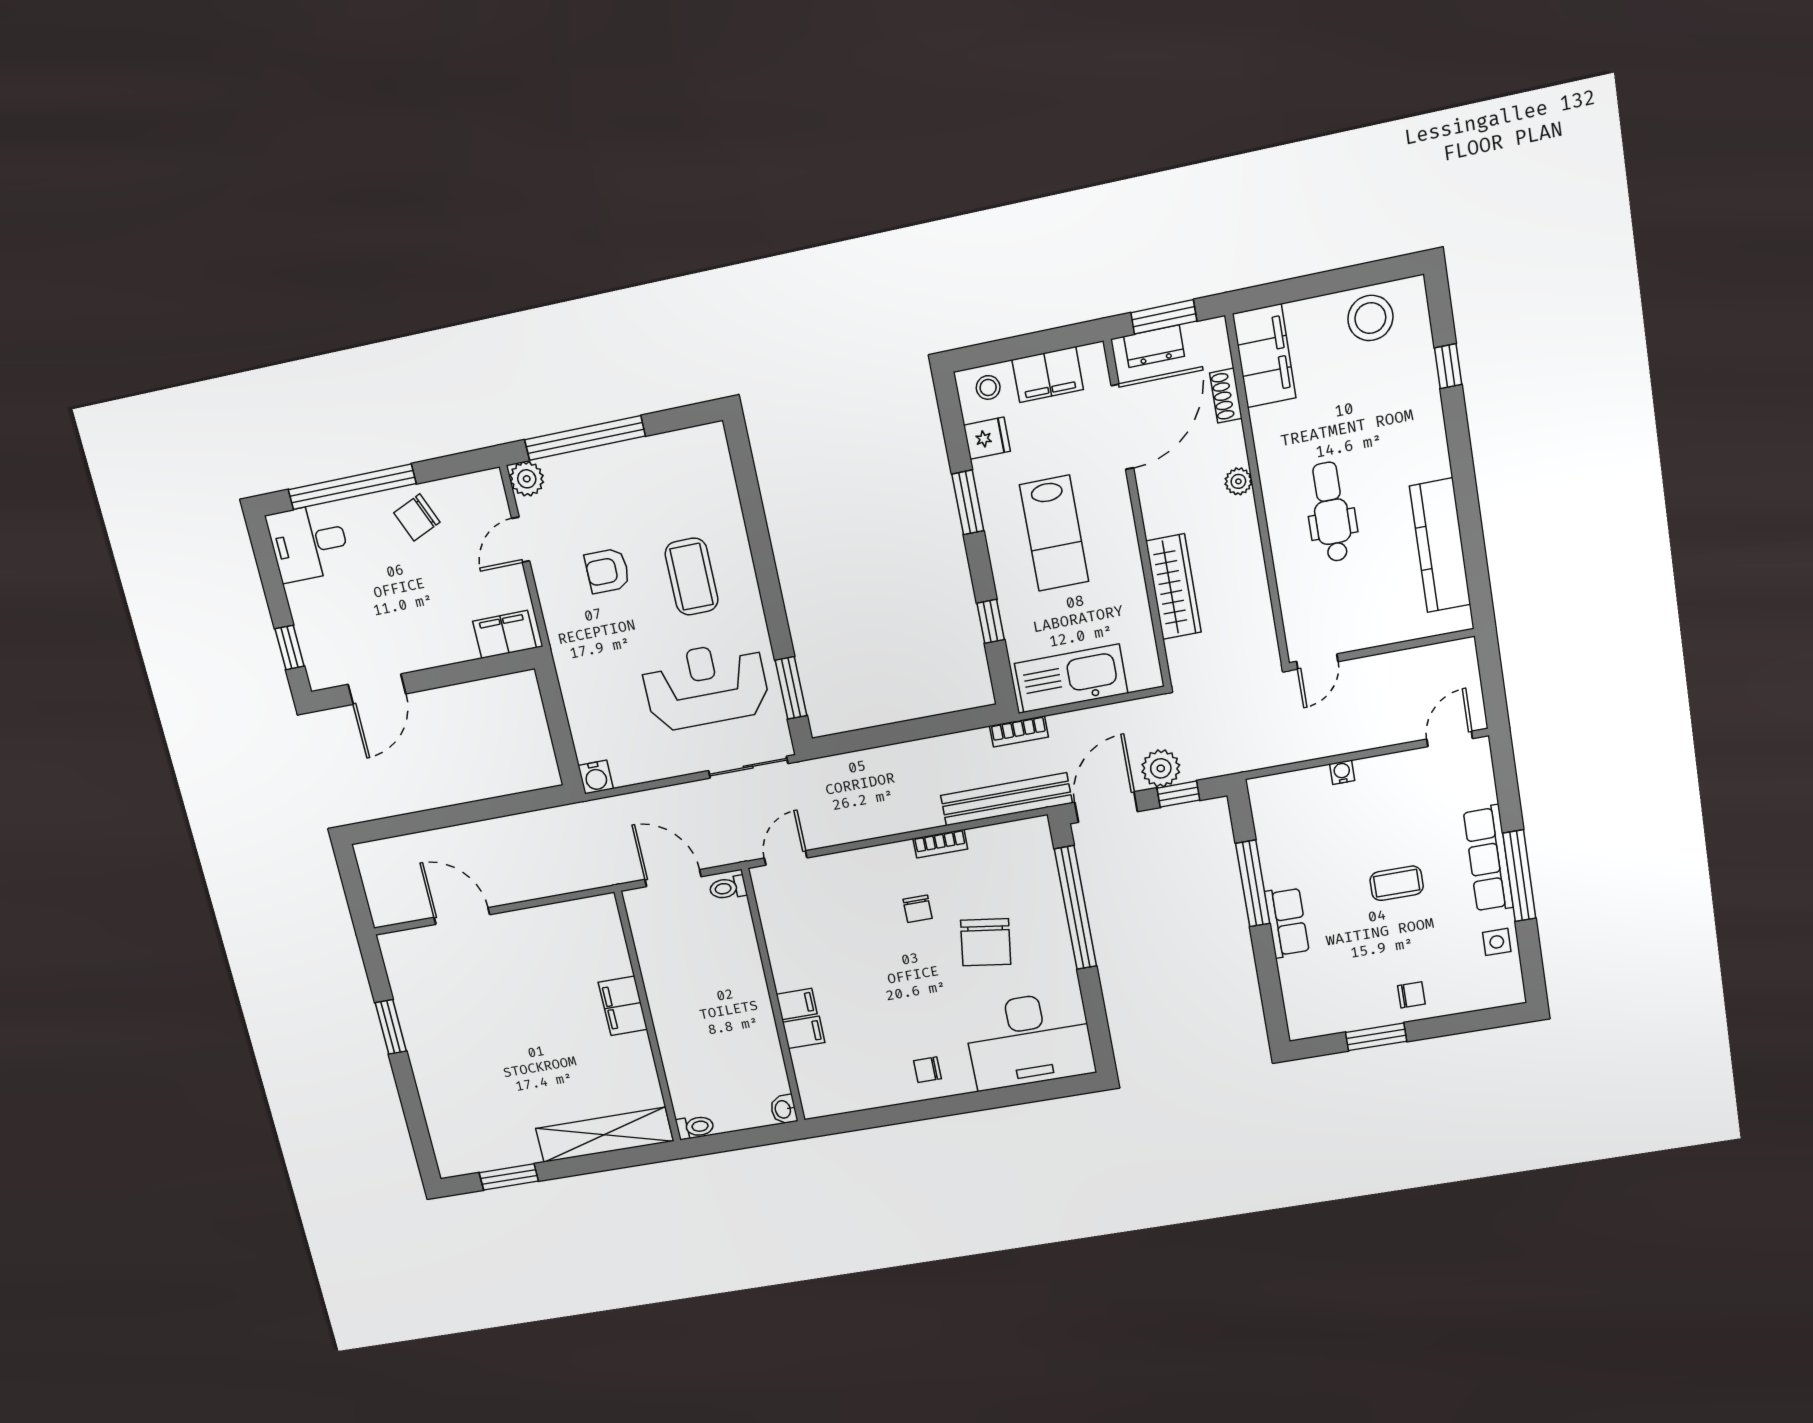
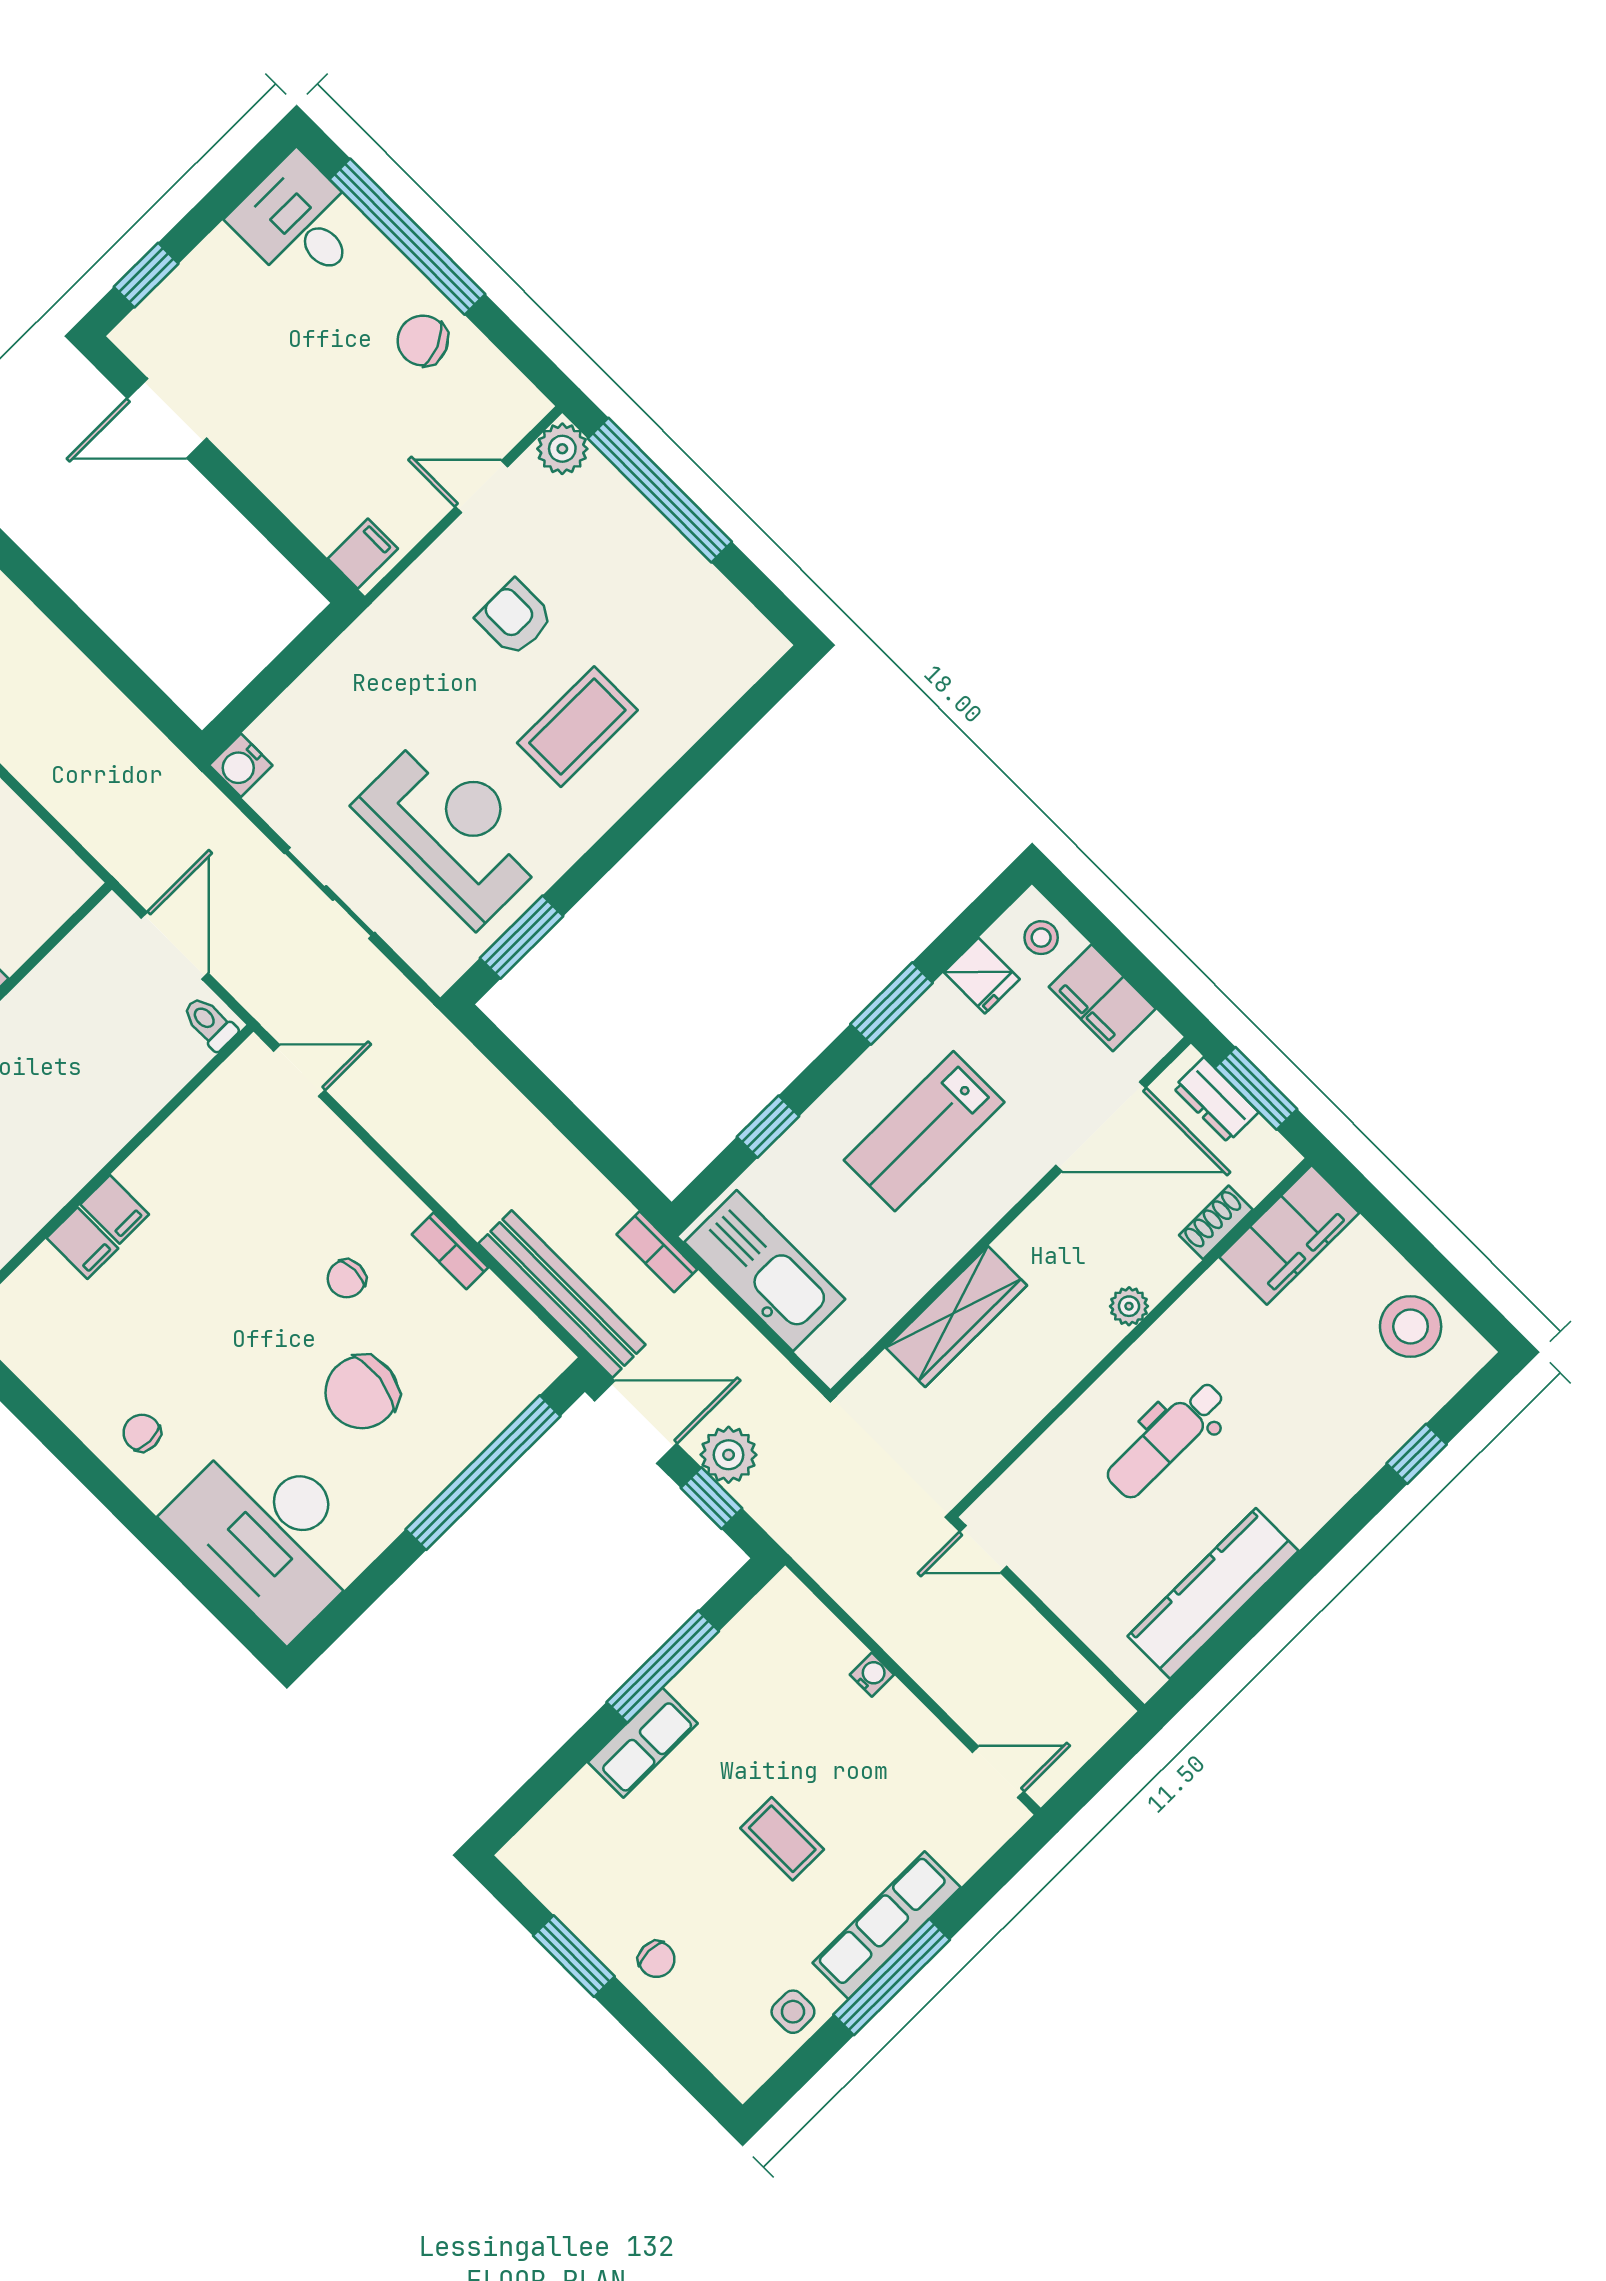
dental chair: (1331, 512) -> (1166, 1439), turned 180
filing cabinet: (505, 634) -> (363, 554), width x0.50
sliding door: (748, 767) -> (329, 893), moved

